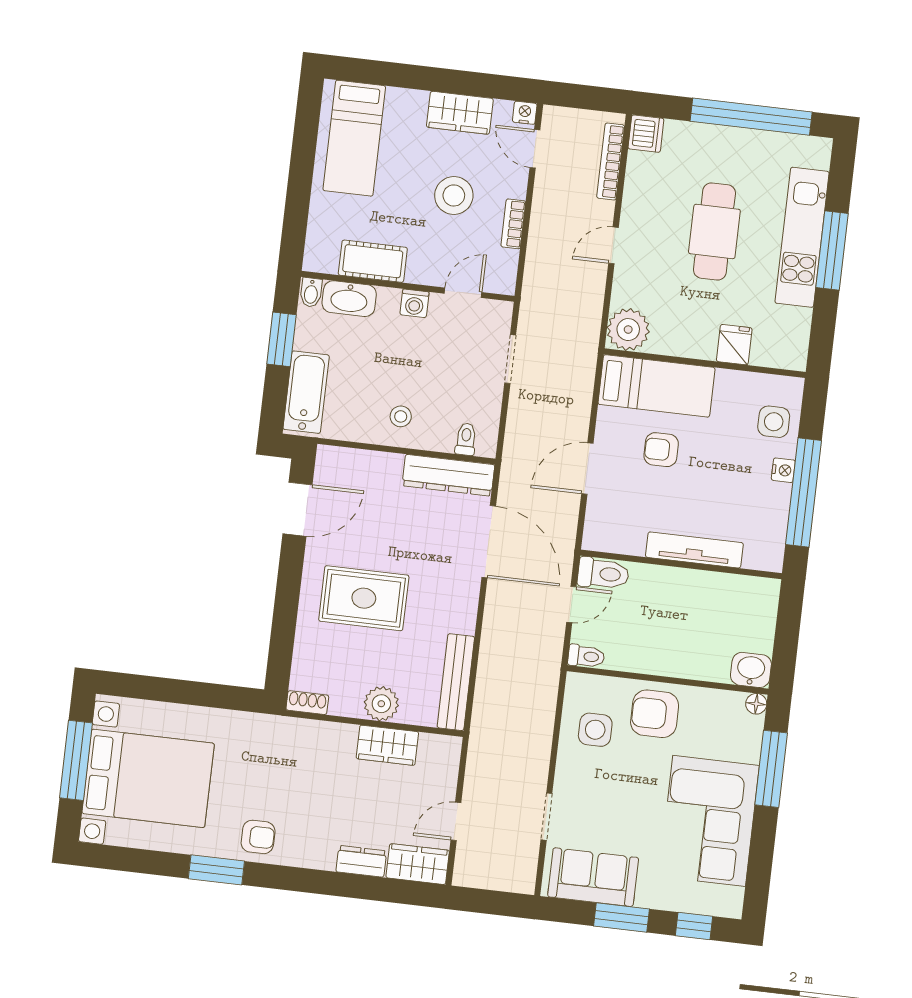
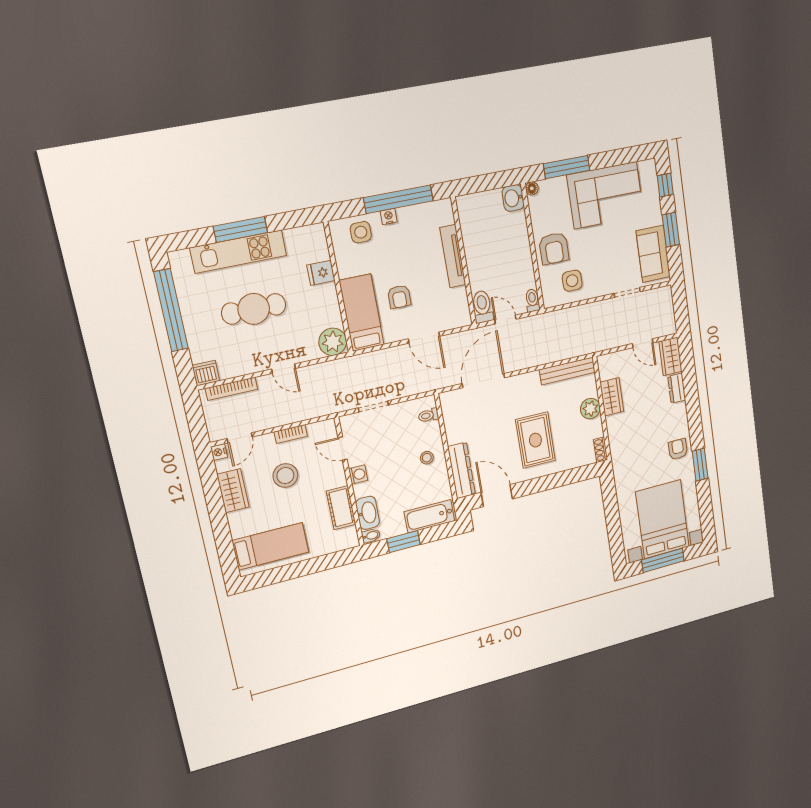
dresser: (448, 475) -> (462, 470), moved

